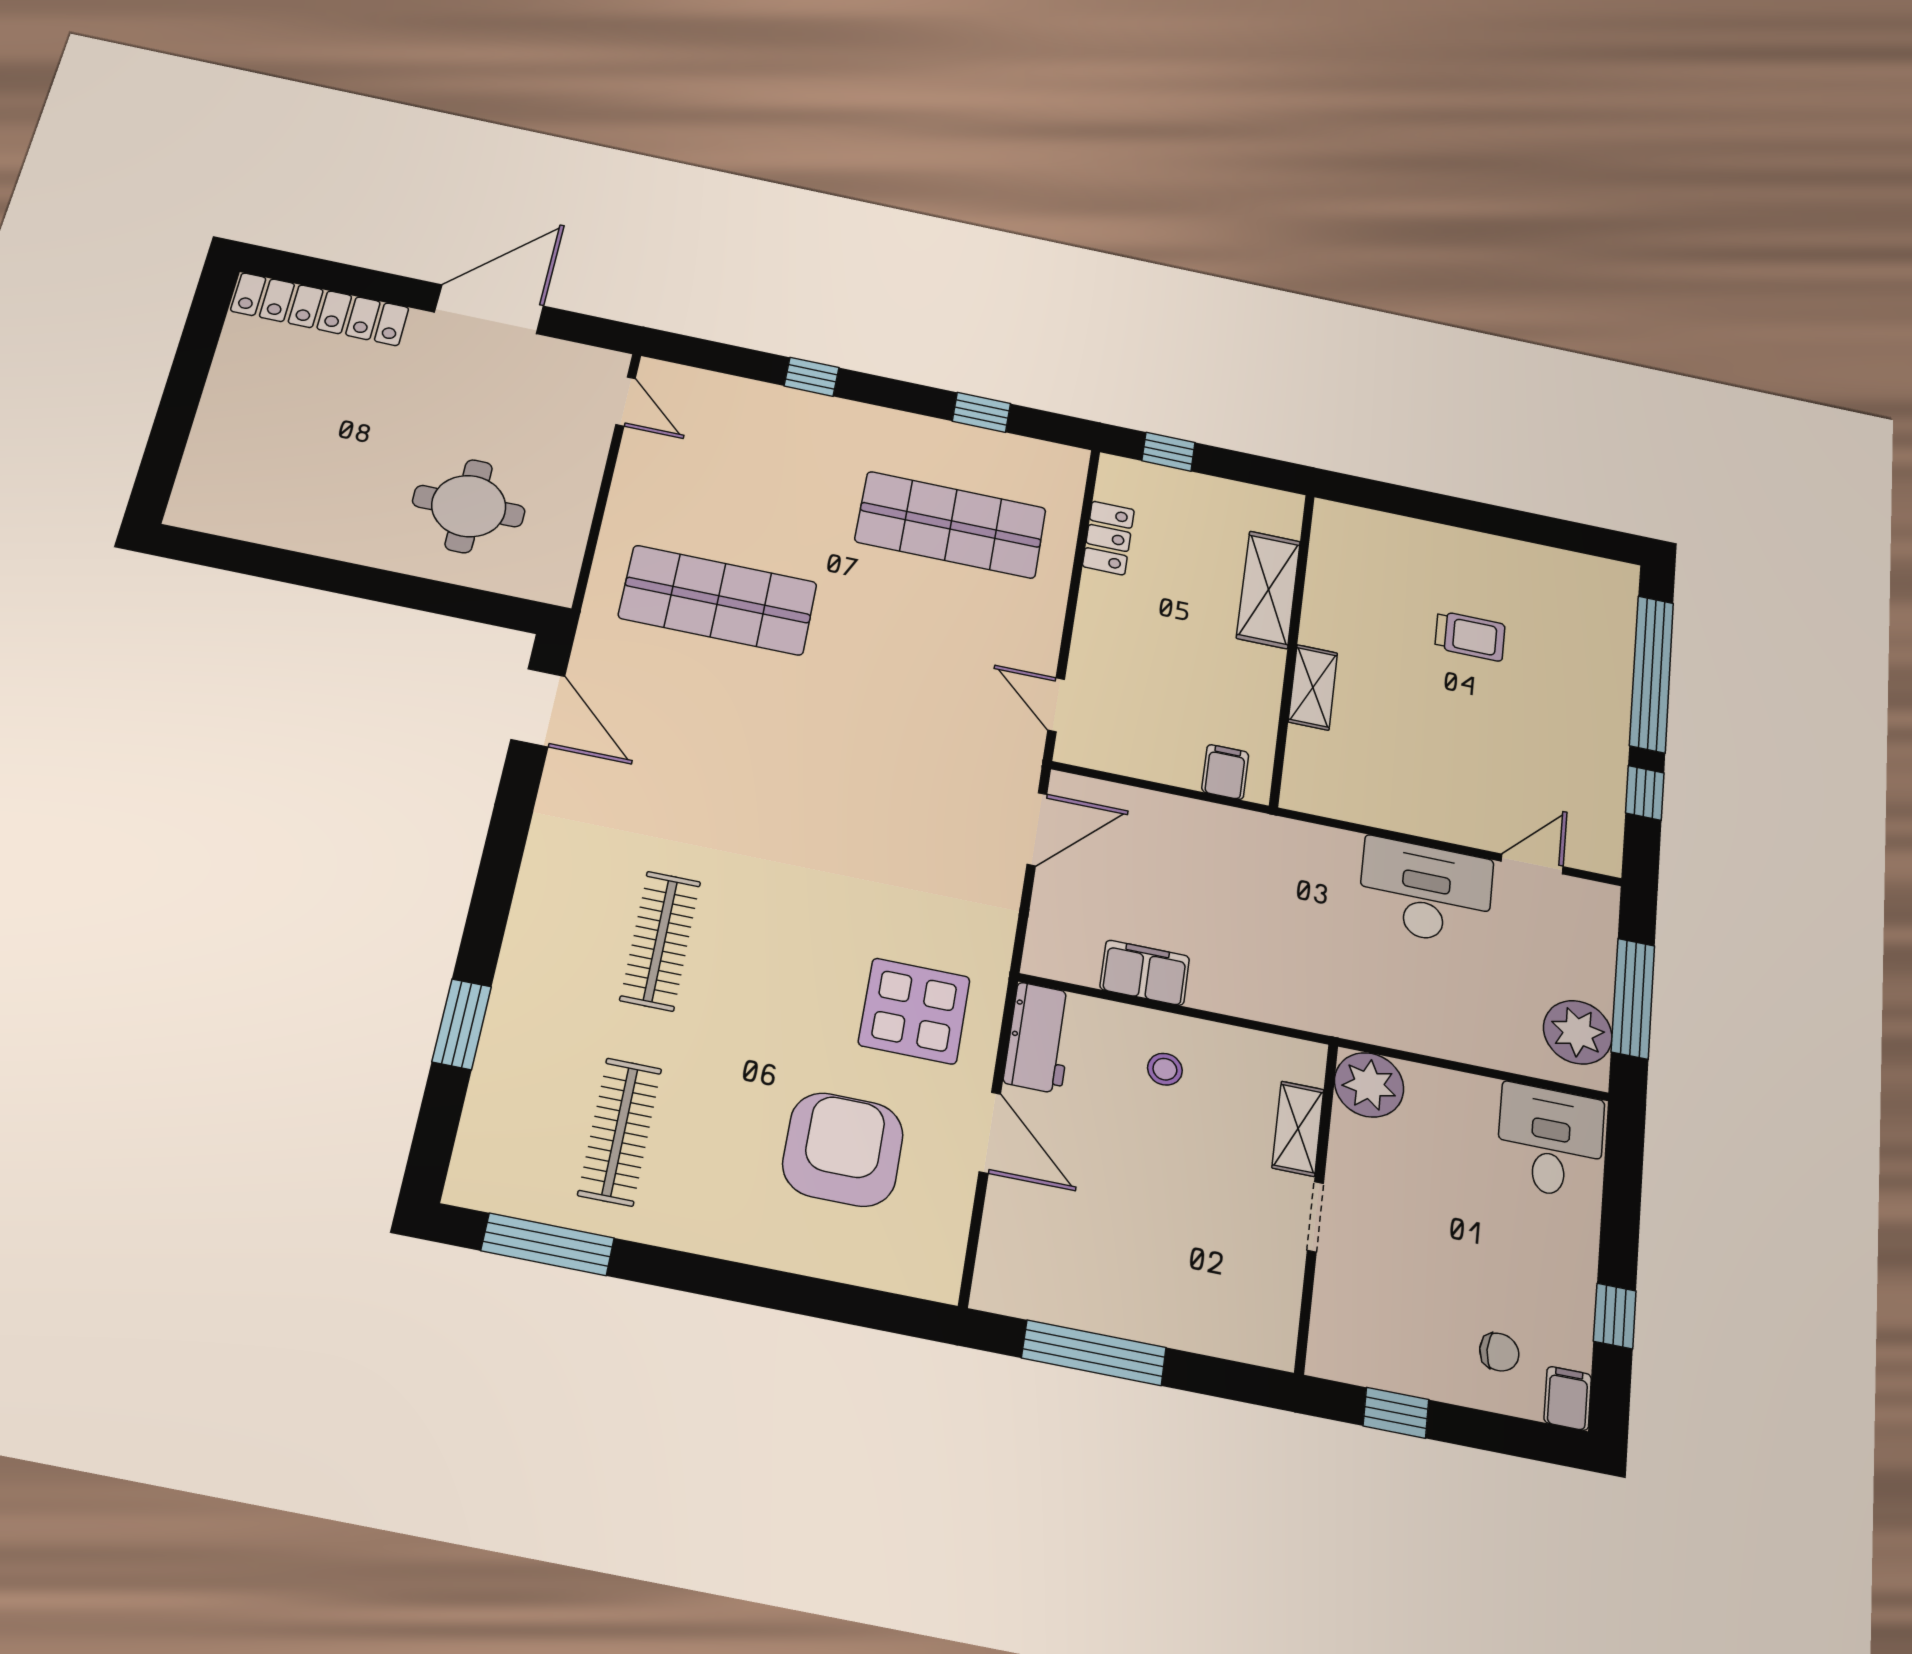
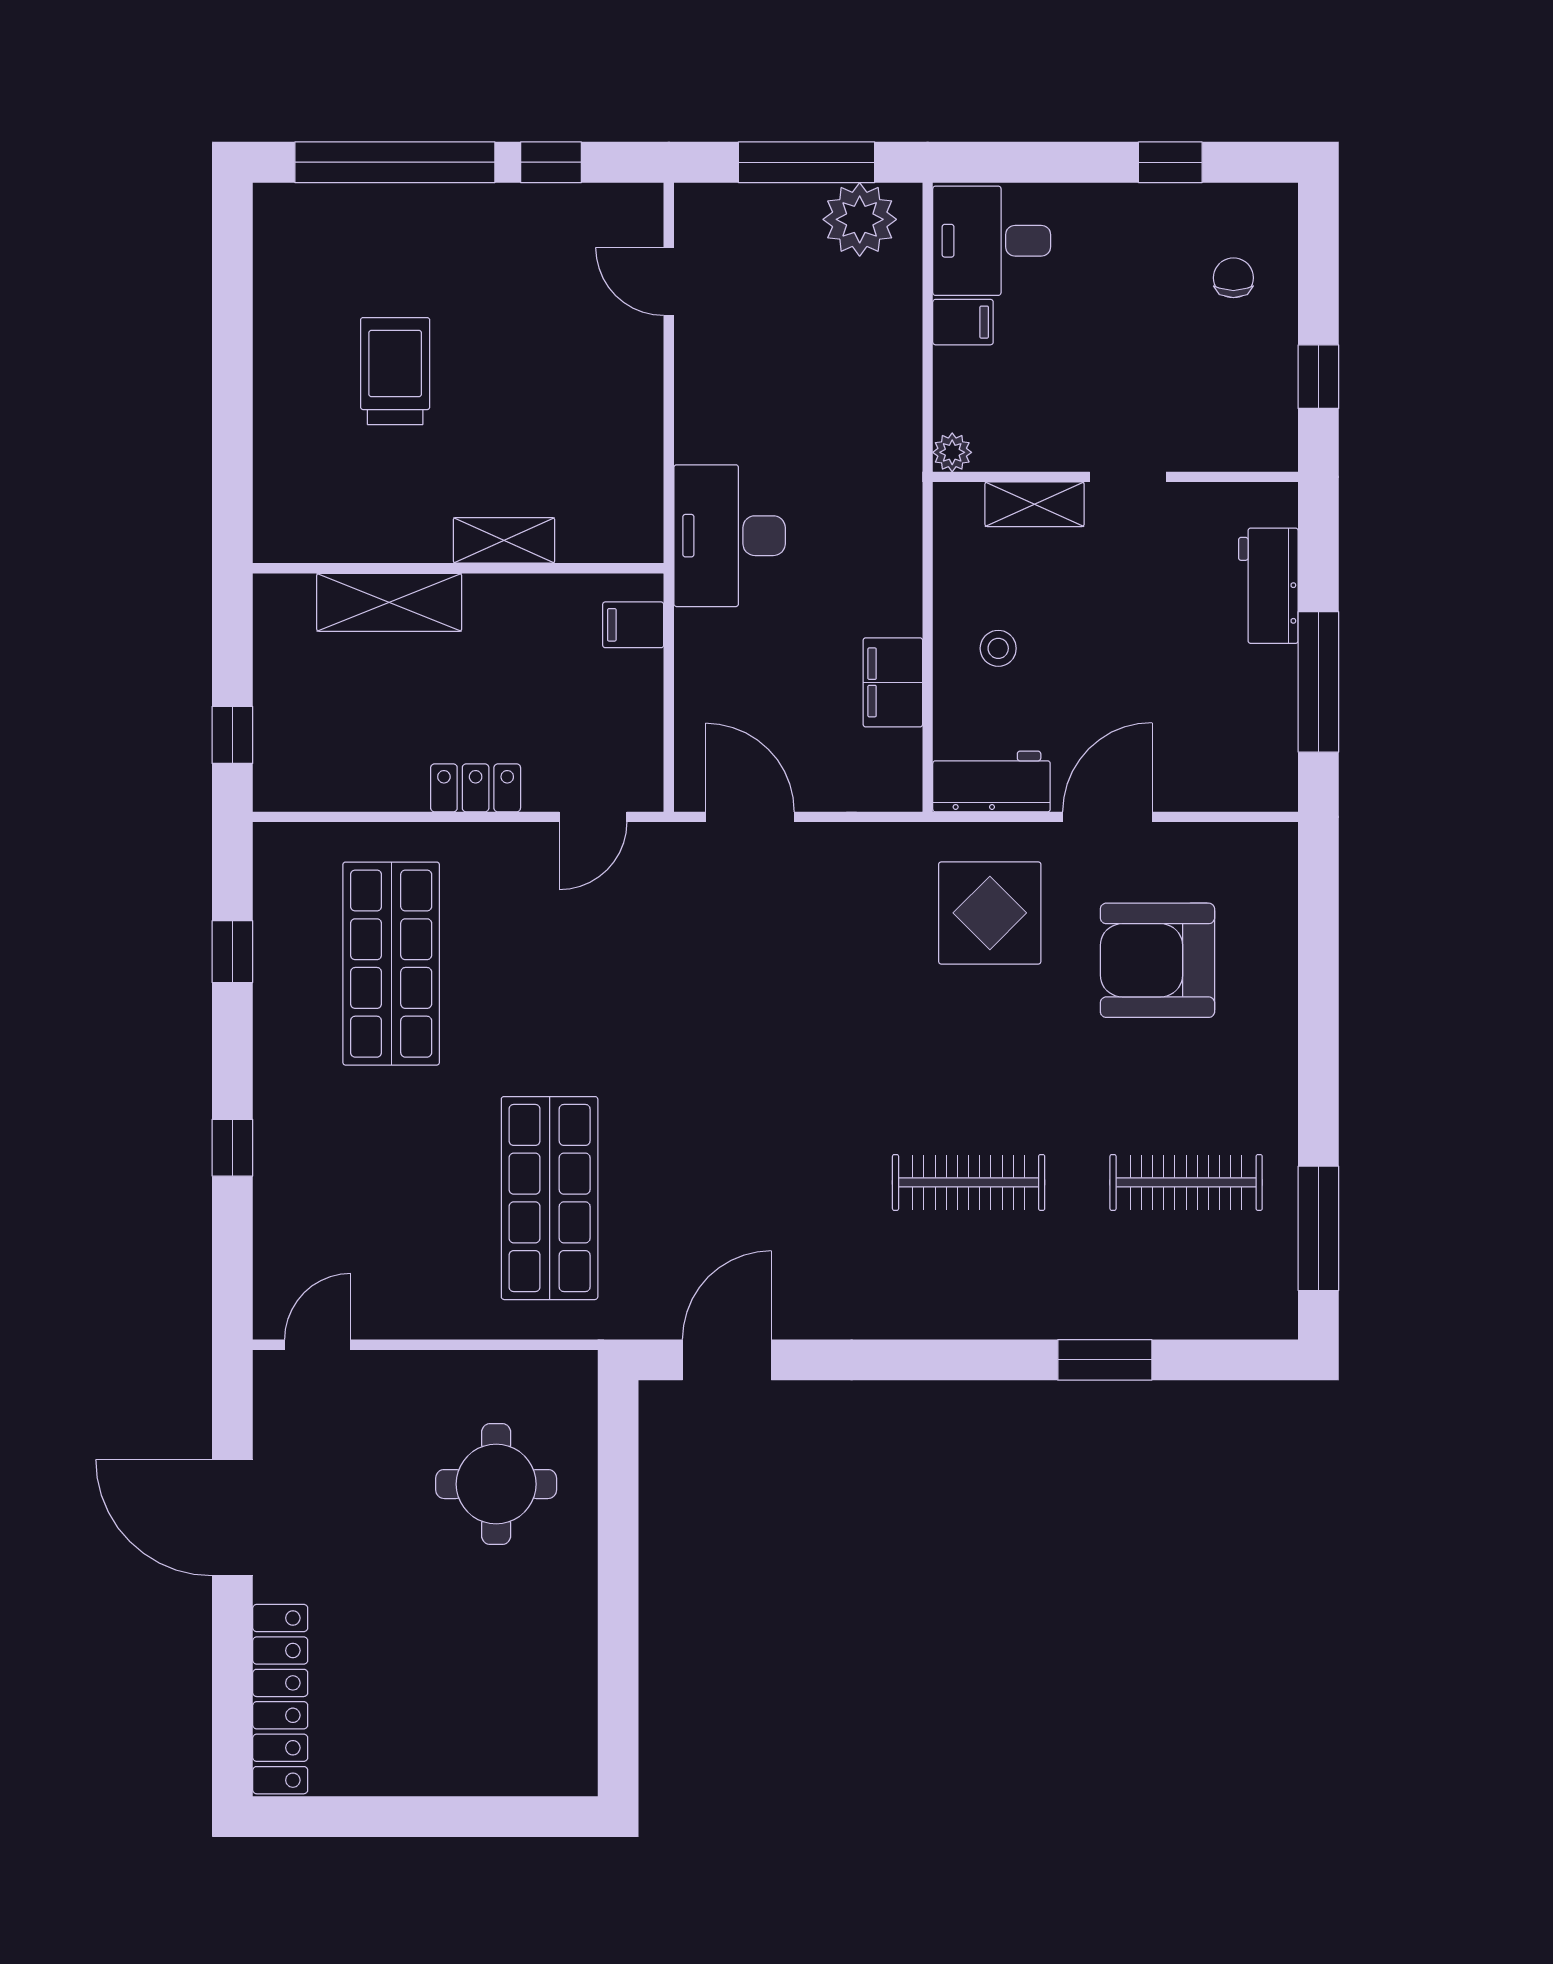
locker: (1108, 538) -> (476, 788), moved
trolley: (1470, 636) -> (395, 371), width x1.36, depth x1.39
desk: (1426, 892) -> (730, 536), moved
plant: (1369, 1085) -> (952, 452), width x0.53, depth x0.53
workbench: (1195, 1325) -> (1268, 586), added
filing cabinet: (1568, 1398) -> (963, 322), moved, turned 180

